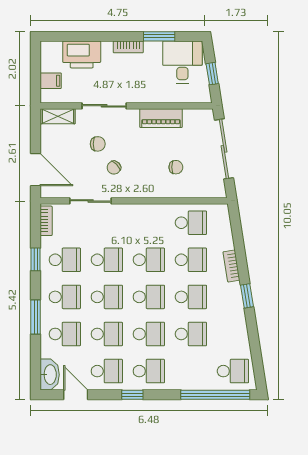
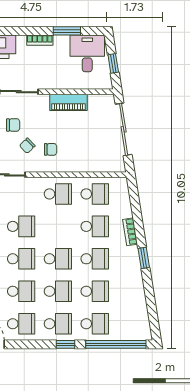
chair: (176, 167) -> (51, 149), moved
school desk: (149, 260) -> (58, 194), moved
school desk: (233, 371) -> (95, 324), moved
window: (132, 395) -> (66, 344), moved

